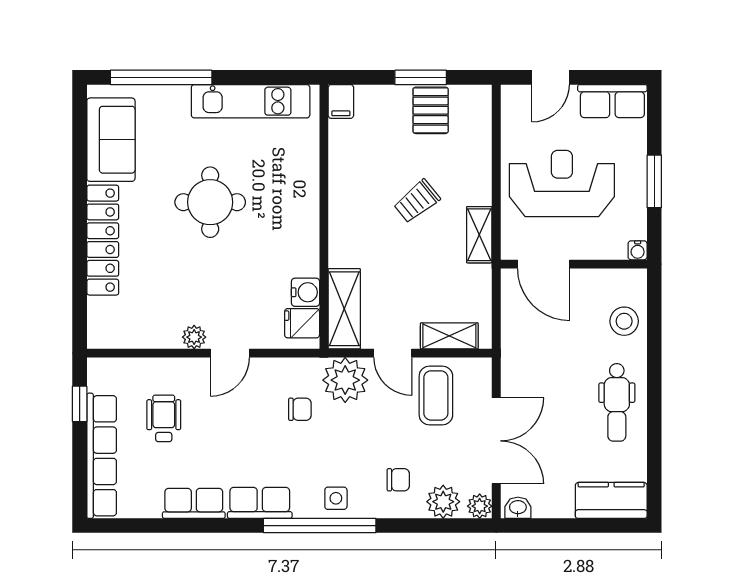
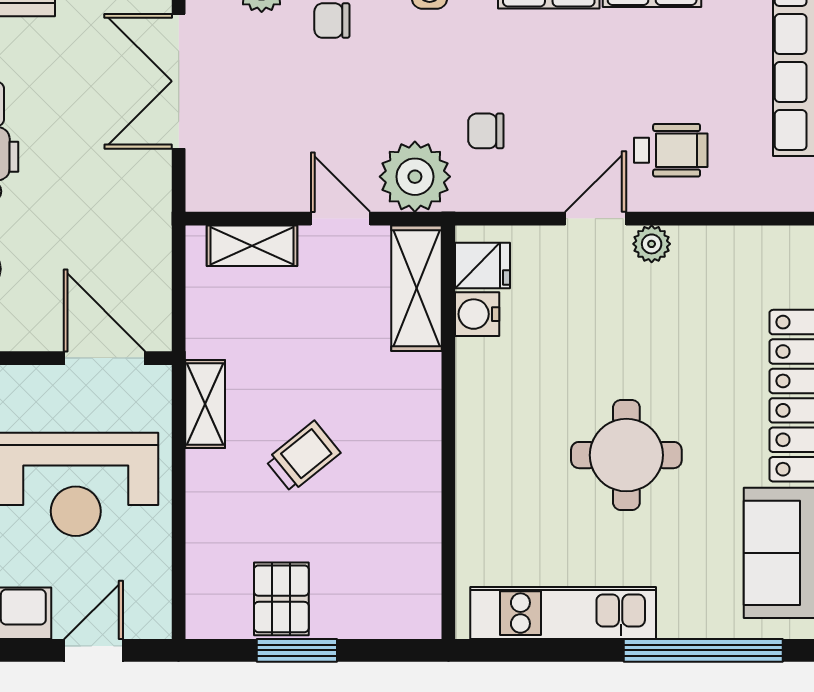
filing cabinet: (341, 101) -> (422, 613), removed
coffee table: (436, 395) -> (273, 152), removed
wheelchair: (164, 418) -> (671, 150), moved, turned -90

